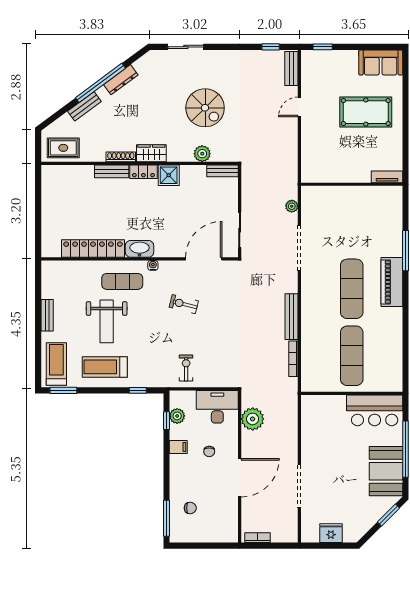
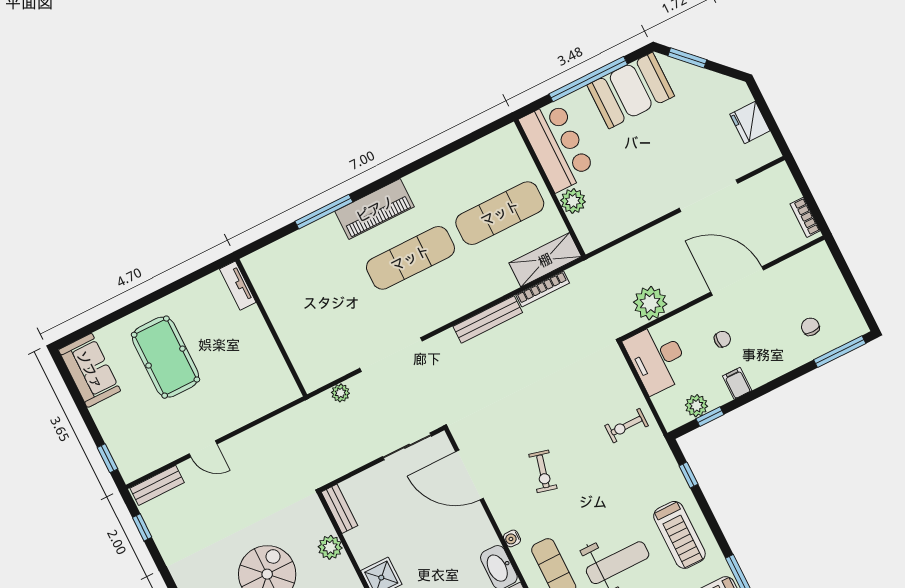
shelving: (310, 369) -> (545, 260), added
plant: (337, 403) -> (573, 201), added

